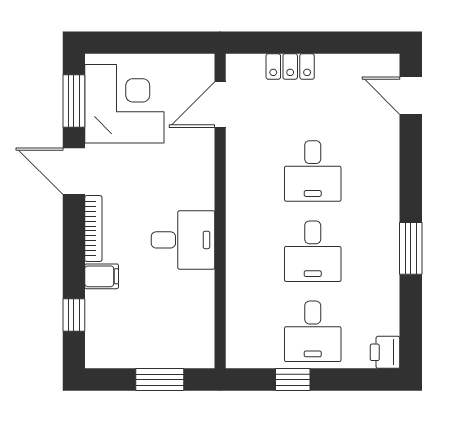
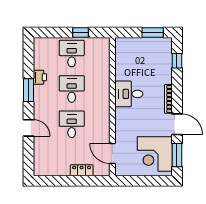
door: (411, 96) -> (28, 128), moved
door: (220, 105) -> (112, 154), swing flipped
filing cabinet: (102, 276) -> (165, 78), removed
printer: (385, 352) -> (40, 77), moved
window: (160, 380) -> (153, 32), moved

